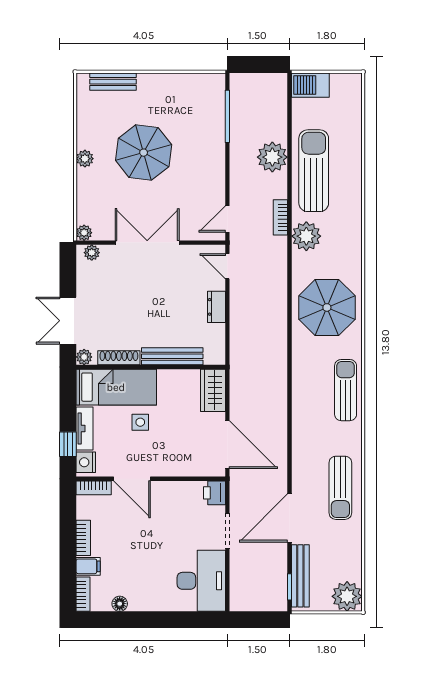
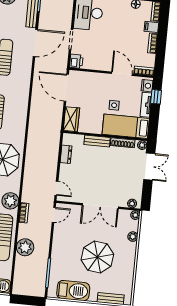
barbecue: (180, 89) -> (73, 291), added
plant: (85, 159) -> (133, 237), moved
dresser: (216, 307) -> (66, 154), moved
bench: (172, 356) -> (97, 141), width x0.73

